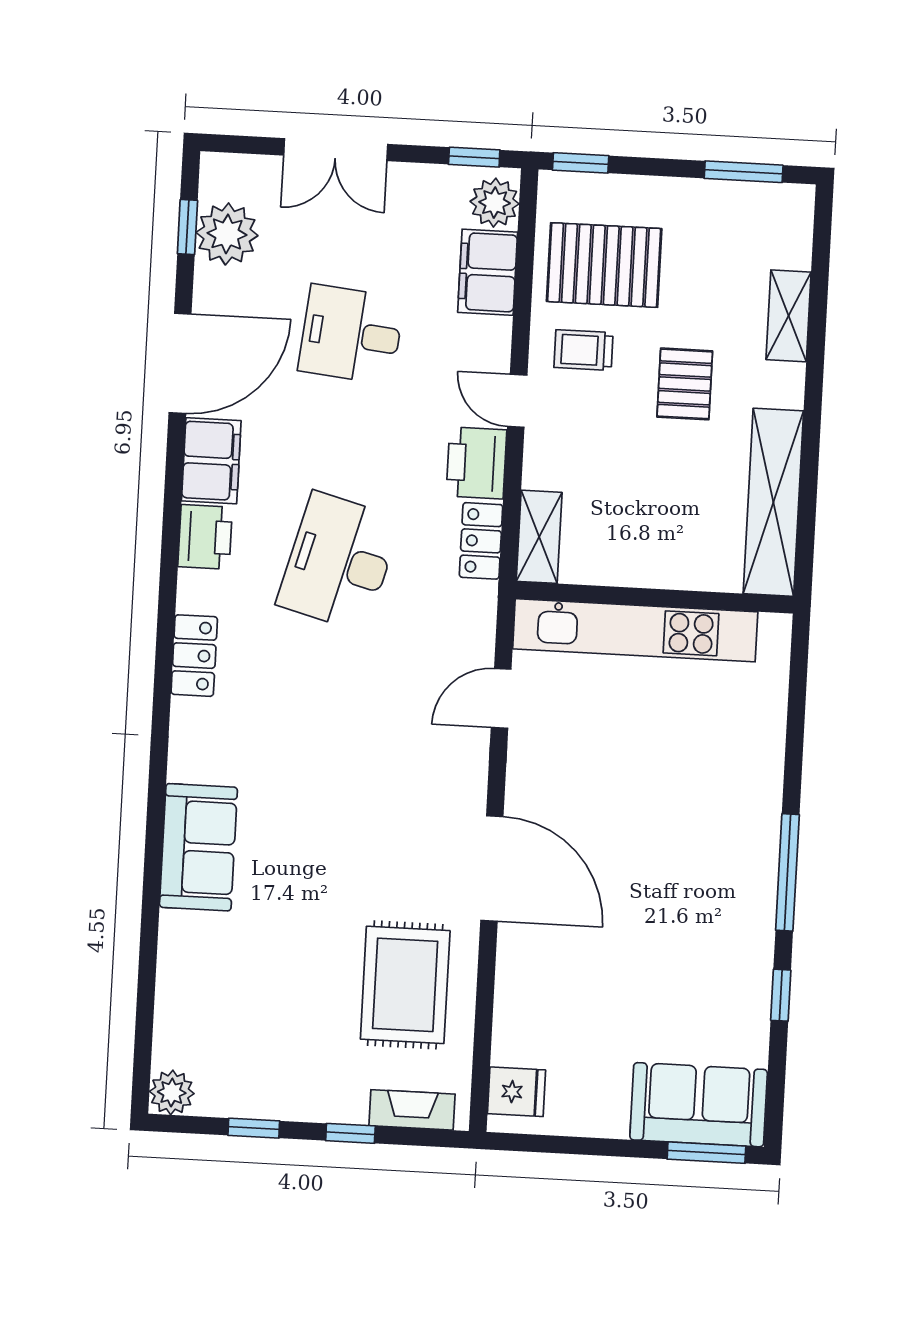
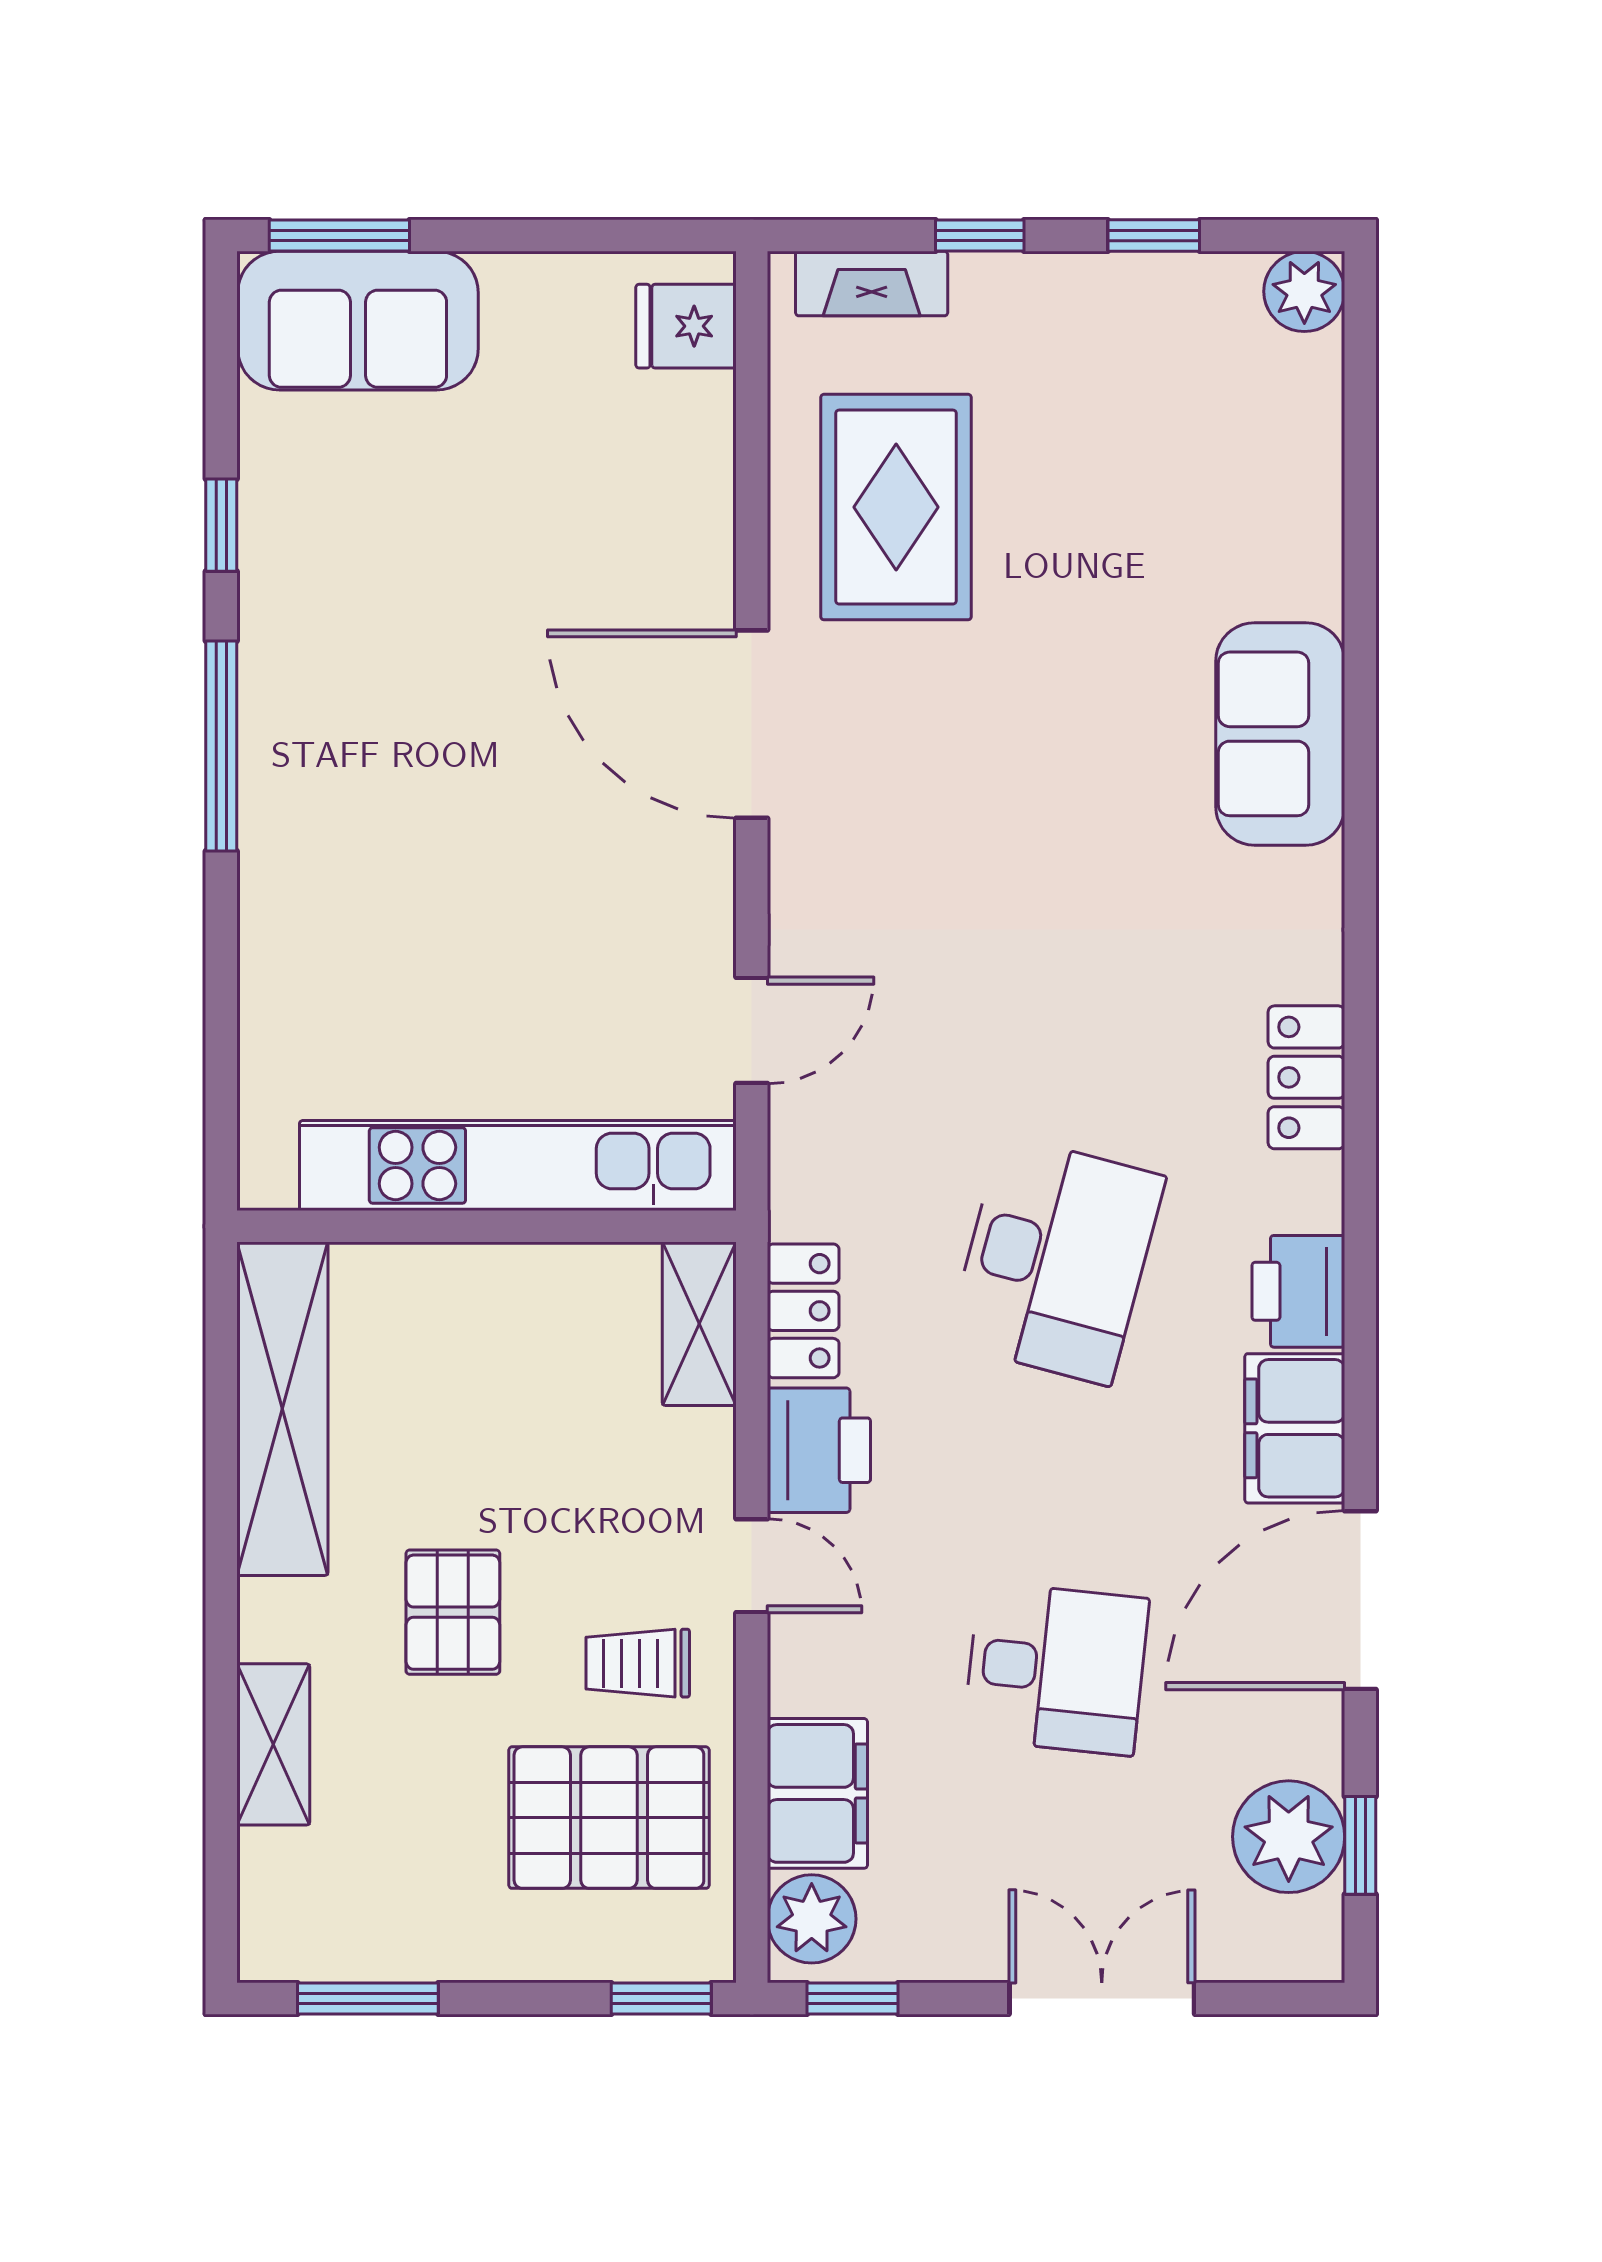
trolley: (584, 350) -> (638, 1663), turned 180

